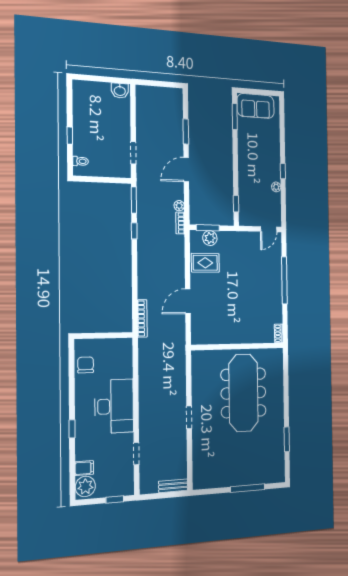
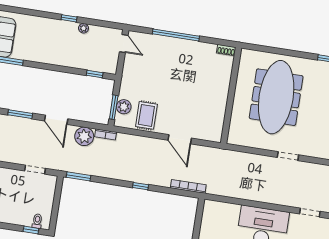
window: (70, 136) -> (31, 230), moved
plant: (179, 206) -> (84, 136), width x1.87, depth x1.87
window: (134, 231) -> (140, 186), moved
meeting table: (243, 393) -> (276, 97), turned 90

